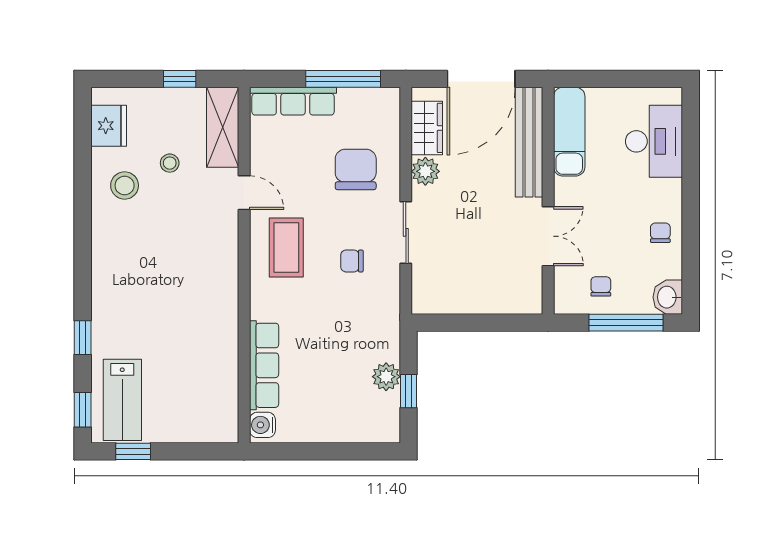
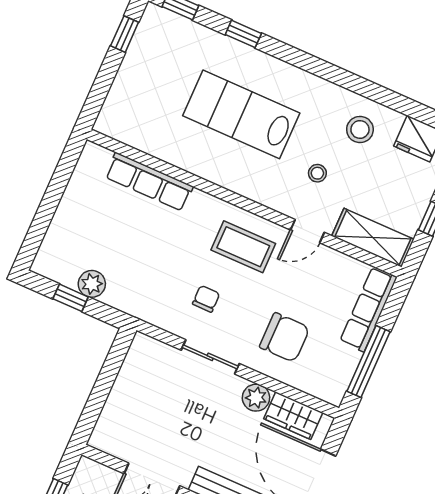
stool: (170, 163) -> (317, 173), moved
lab bench: (122, 400) -> (241, 114), moved, width x1.36, depth x1.39
water cooler: (262, 425) -> (98, 157), removed

